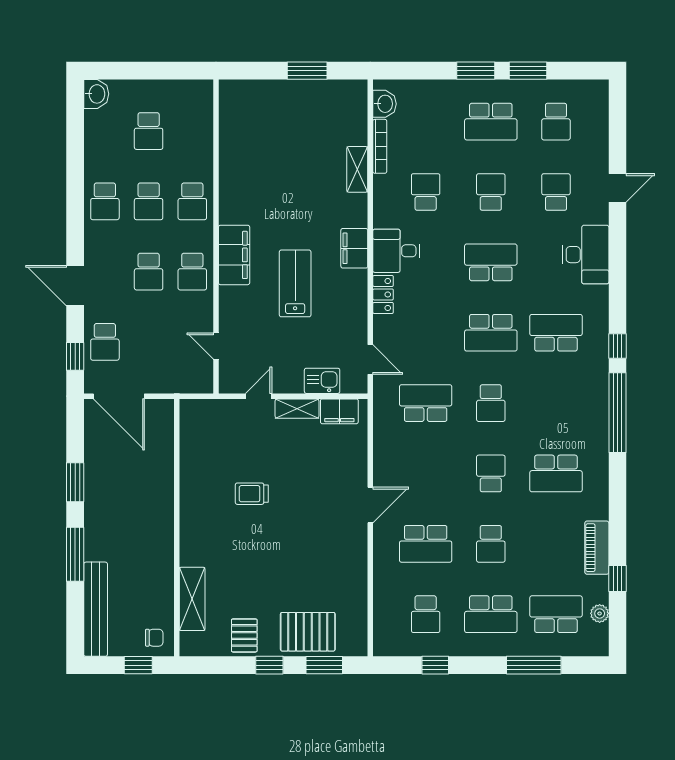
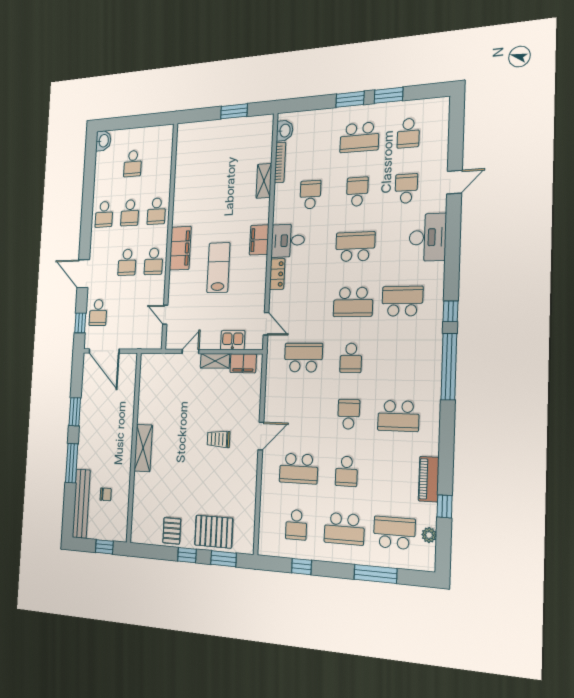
trolley: (252, 494) -> (219, 439), moved
shelving: (192, 599) -> (143, 448), moved
chair: (154, 638) -> (106, 494), moved

